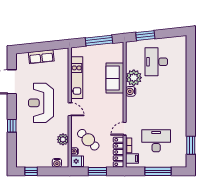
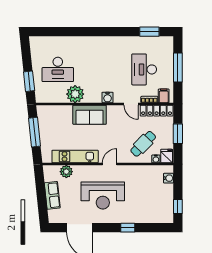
sofa: (115, 78) -> (90, 115), moved
water cooler: (131, 91) -> (108, 97), moved
plant: (63, 139) -> (66, 172), moved

